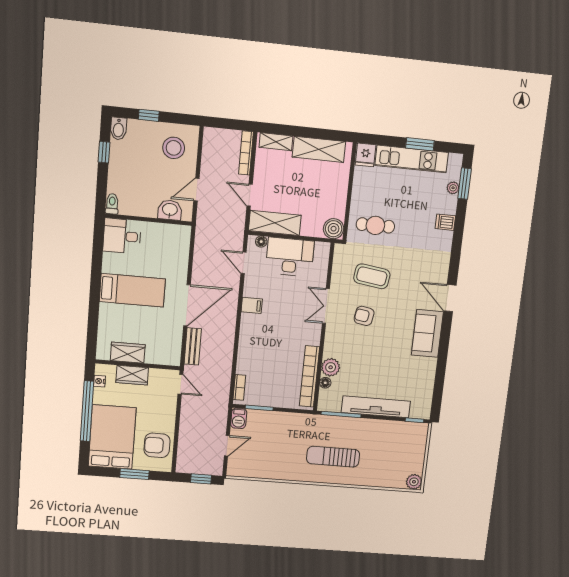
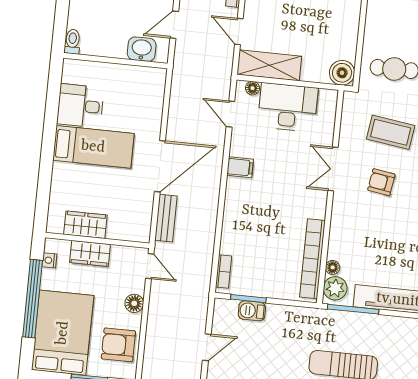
desk: (122, 236) -> (80, 106), moved
plant: (331, 367) -> (335, 288), moved
floor lamp: (169, 413) -> (134, 303), added
barbecue: (239, 418) -> (252, 311), moved, turned 90

